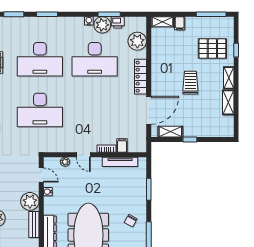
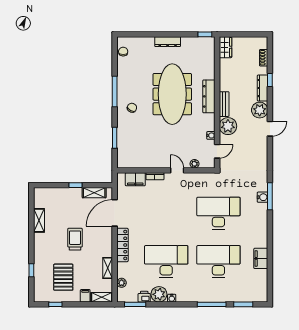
window: (47, 14) -> (212, 304), width x1.44
window: (109, 14) -> (135, 304), moved
window: (211, 14) -> (55, 304), width x0.46
plant: (137, 41) -> (122, 283), width x0.53, depth x0.53
pallet: (212, 48) -> (63, 277), moved, turned 90
shelving: (229, 78) -> (108, 268), moved
trolley: (190, 83) -> (75, 239), turned 180
filing cabinet: (122, 146) -> (135, 179), width x2.00
tv unit: (120, 162) -> (142, 164), removed
door: (41, 175) -> (217, 151), swing flipped

